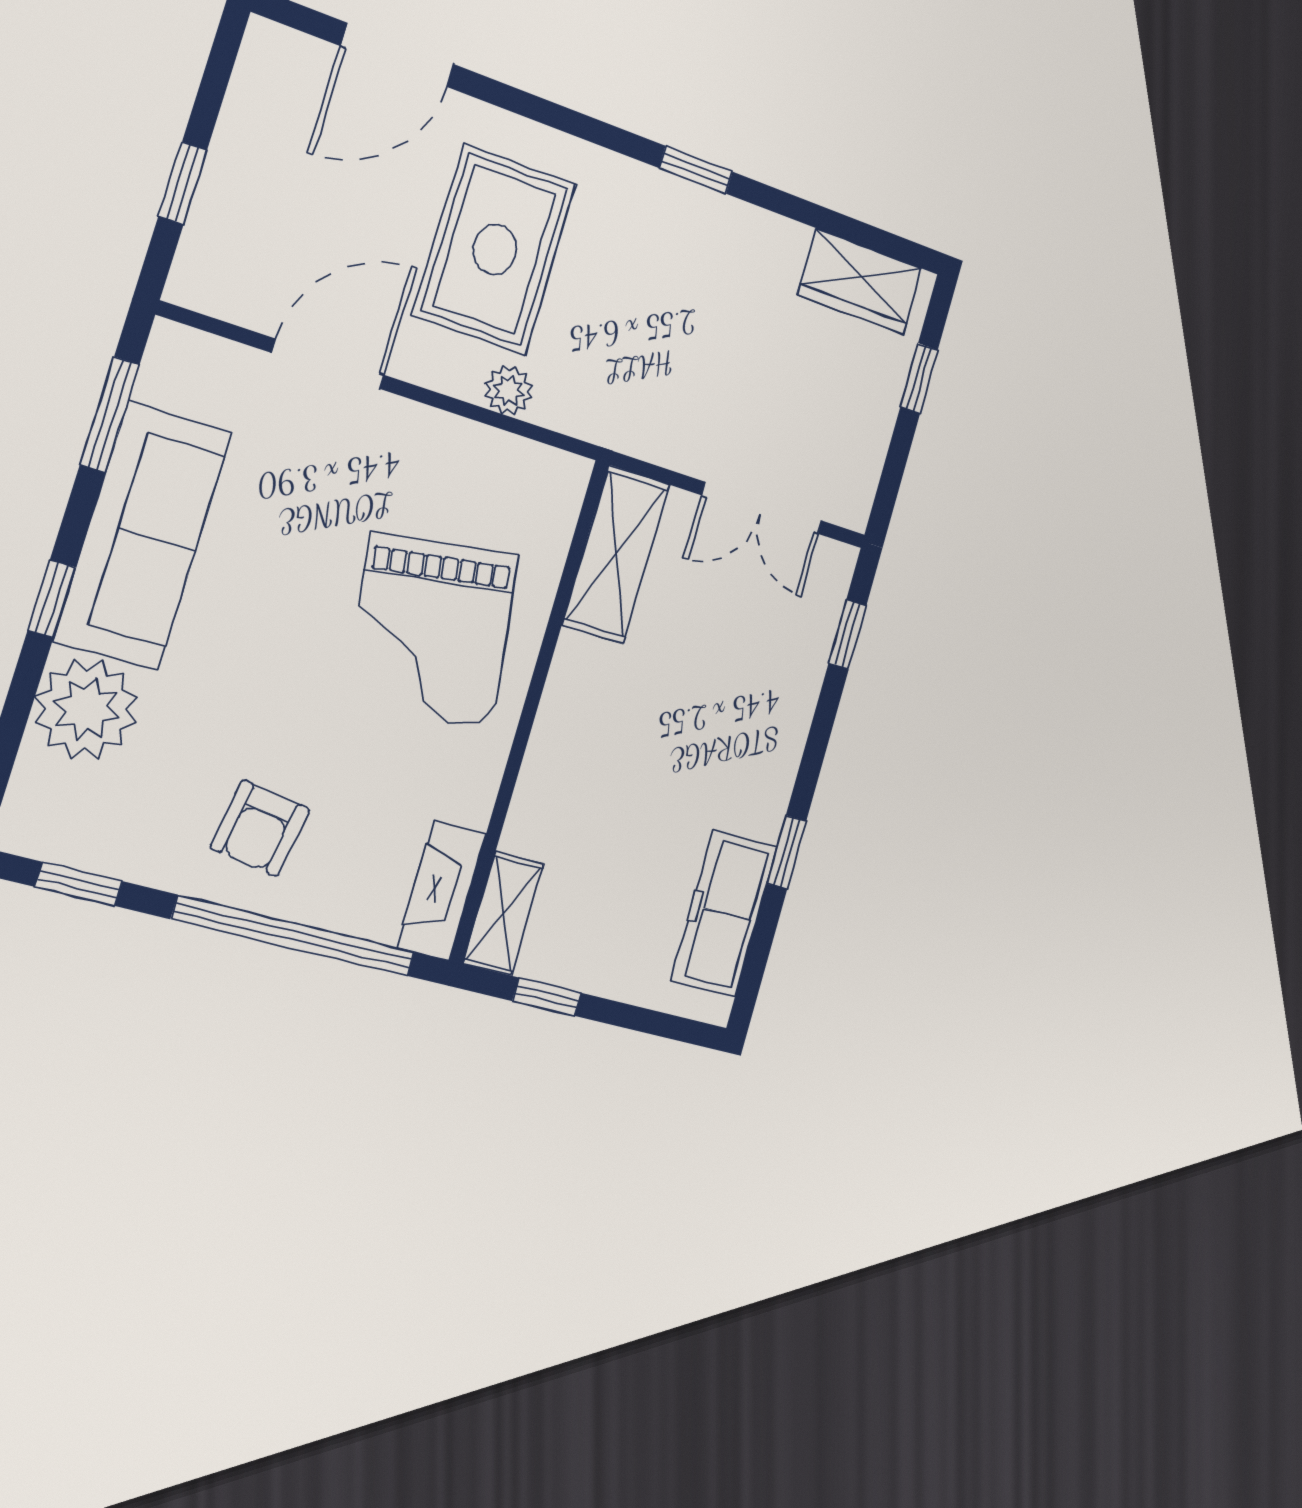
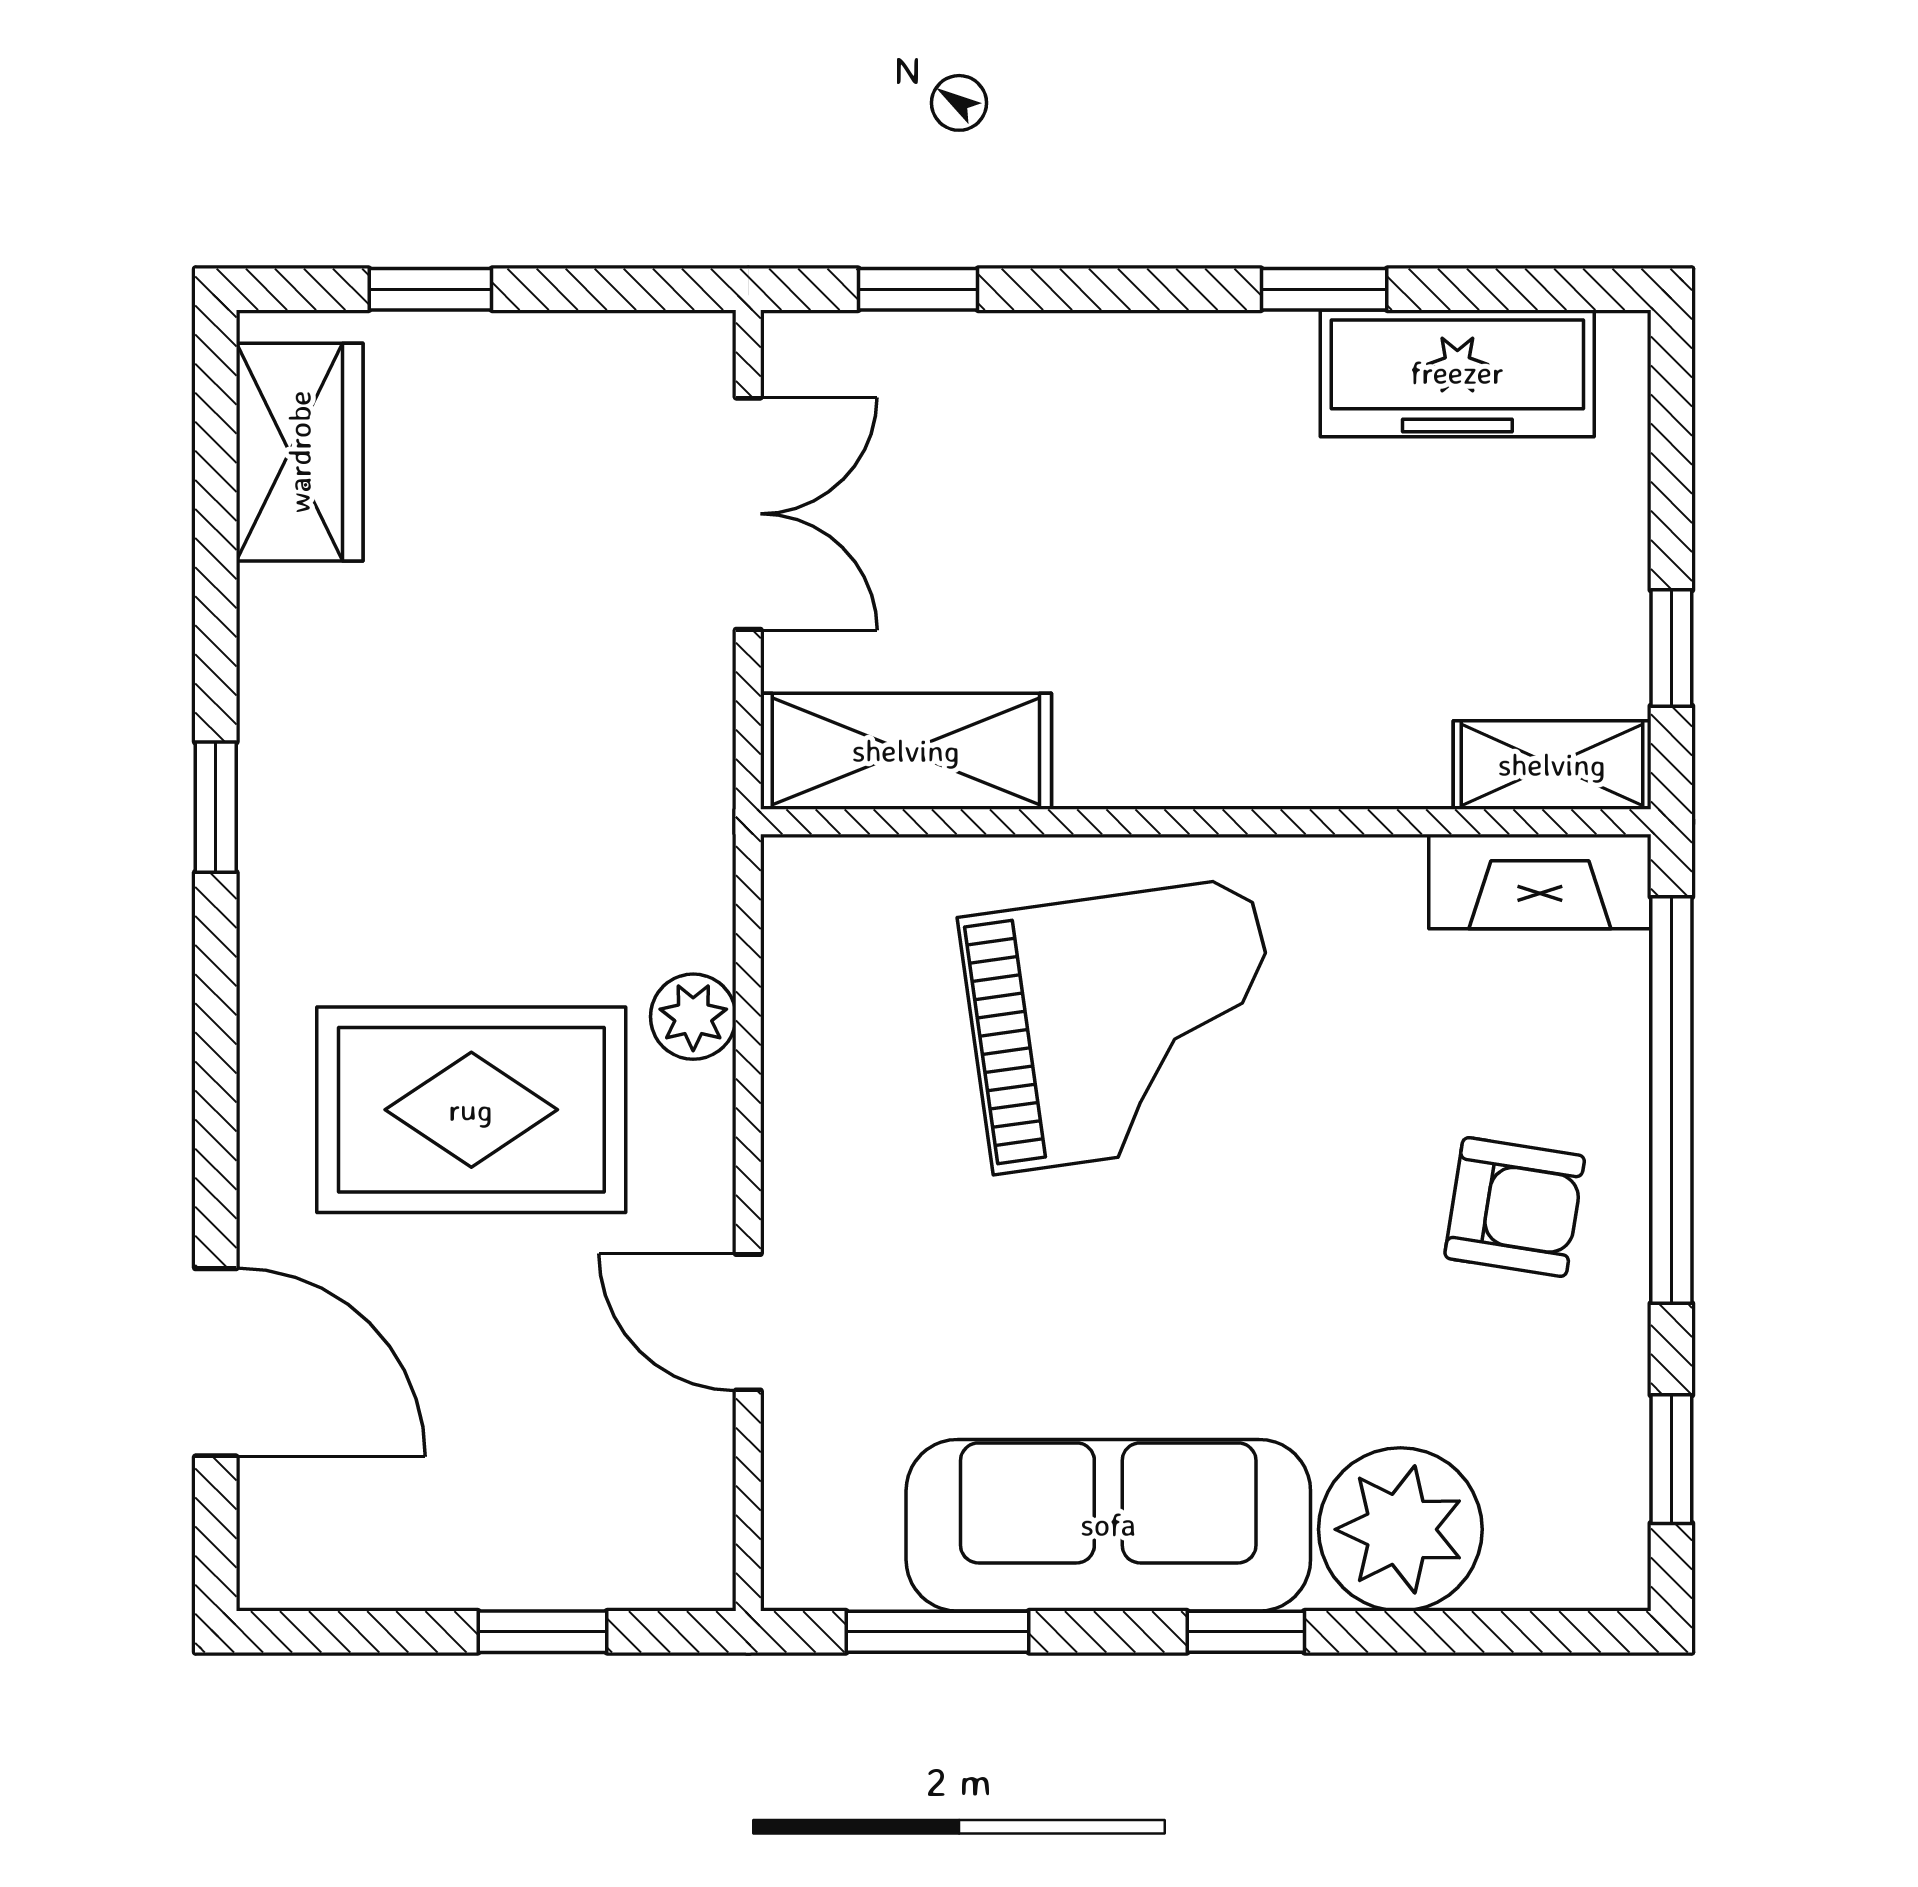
door: (328, 364) -> (748, 1322), width x0.73

